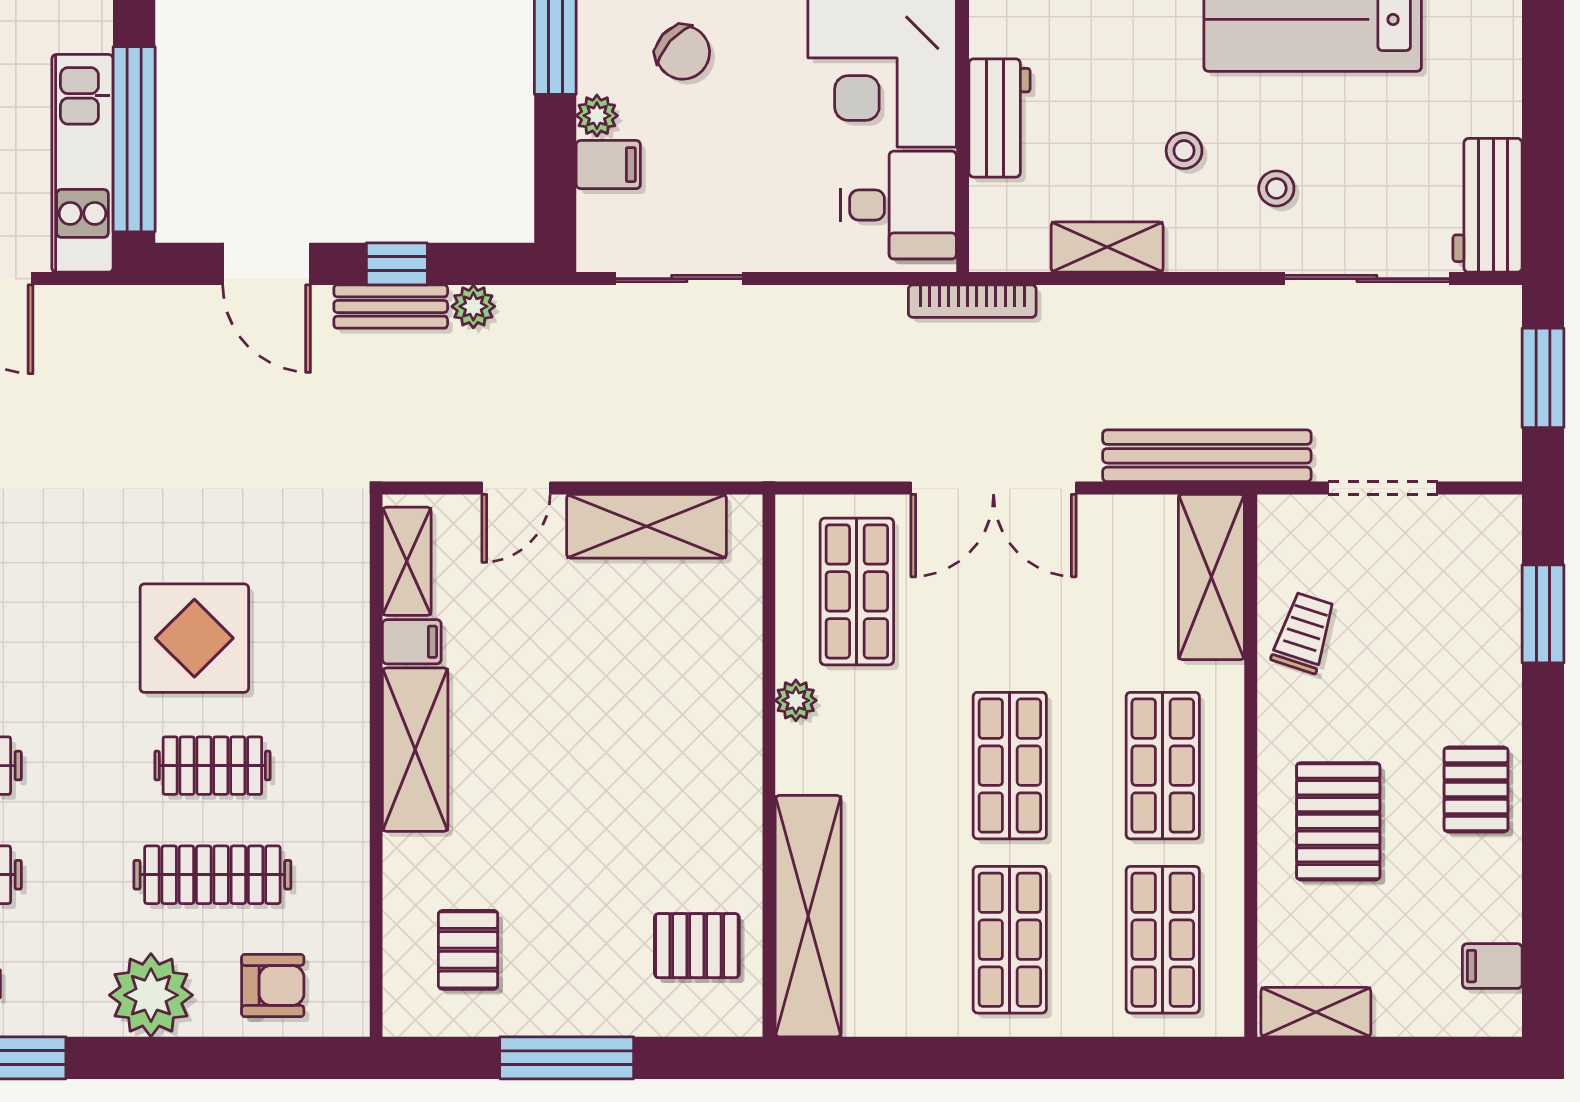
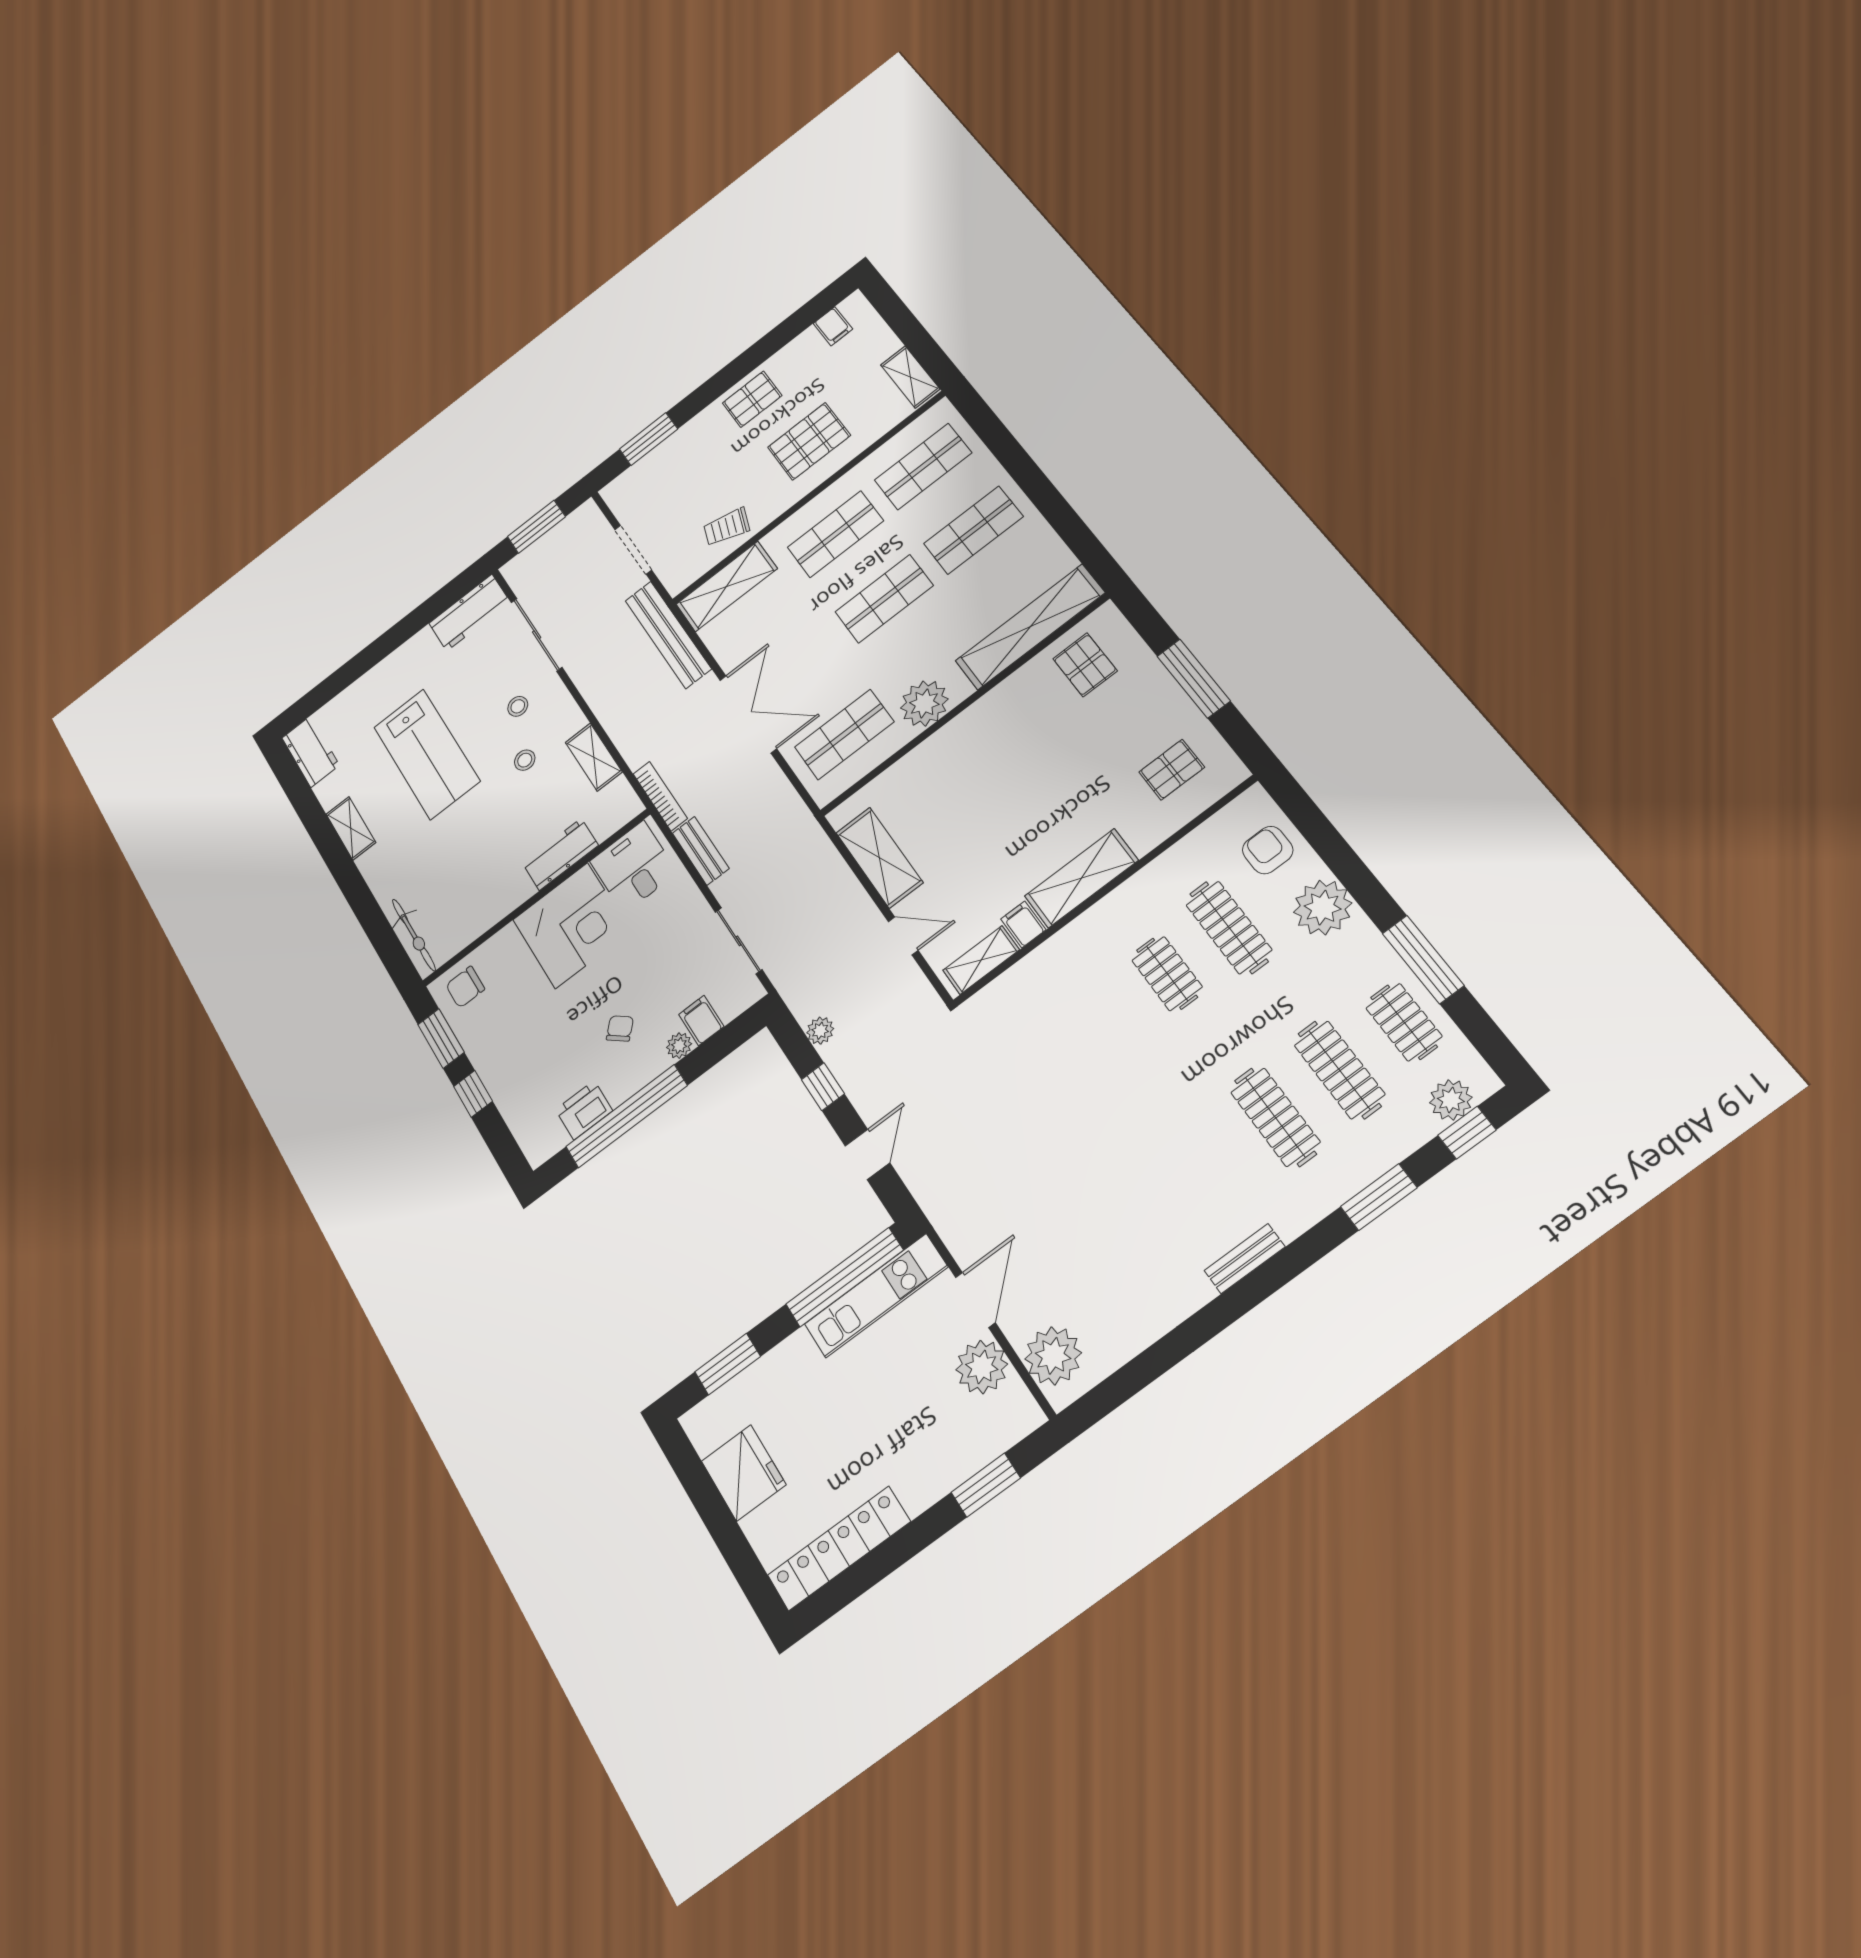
chair: (683, 52) -> (620, 1028), width x0.73, depth x0.73
door: (267, 264) -> (867, 1154), width x0.73
bench: (391, 306) -> (701, 851), moved
display table: (194, 638) -> (1102, 1037), removed
plant: (796, 700) -> (924, 703), width x1.88, depth x1.88

